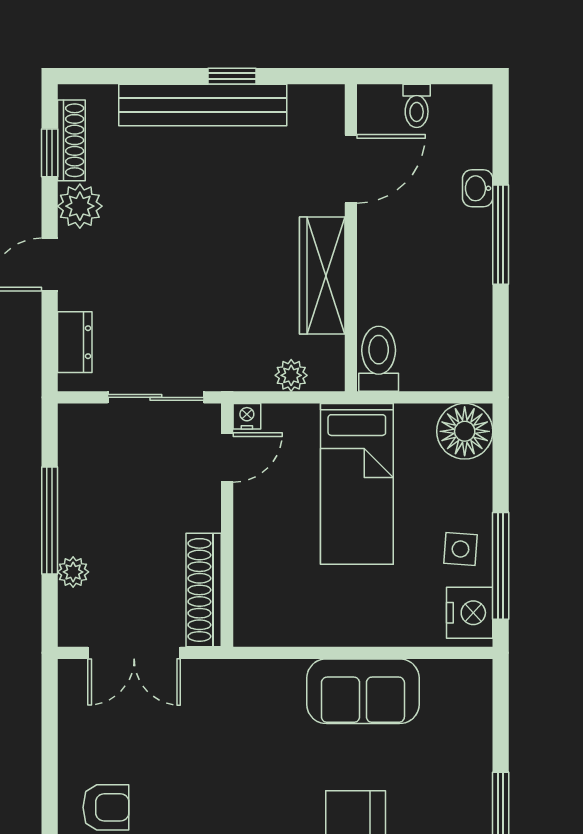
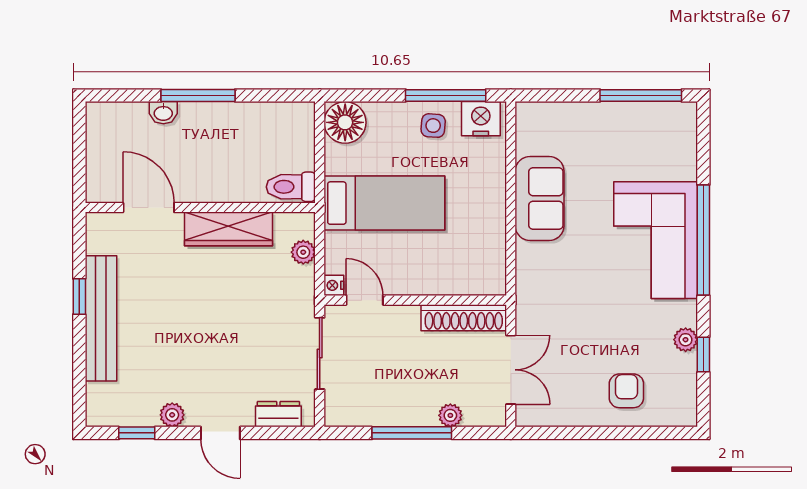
toilet: (417, 106) -> (102, 158), removed
shoe rack: (71, 140) -> (127, 417), removed
plant: (80, 206) -> (172, 415), width x0.73, depth x0.73

